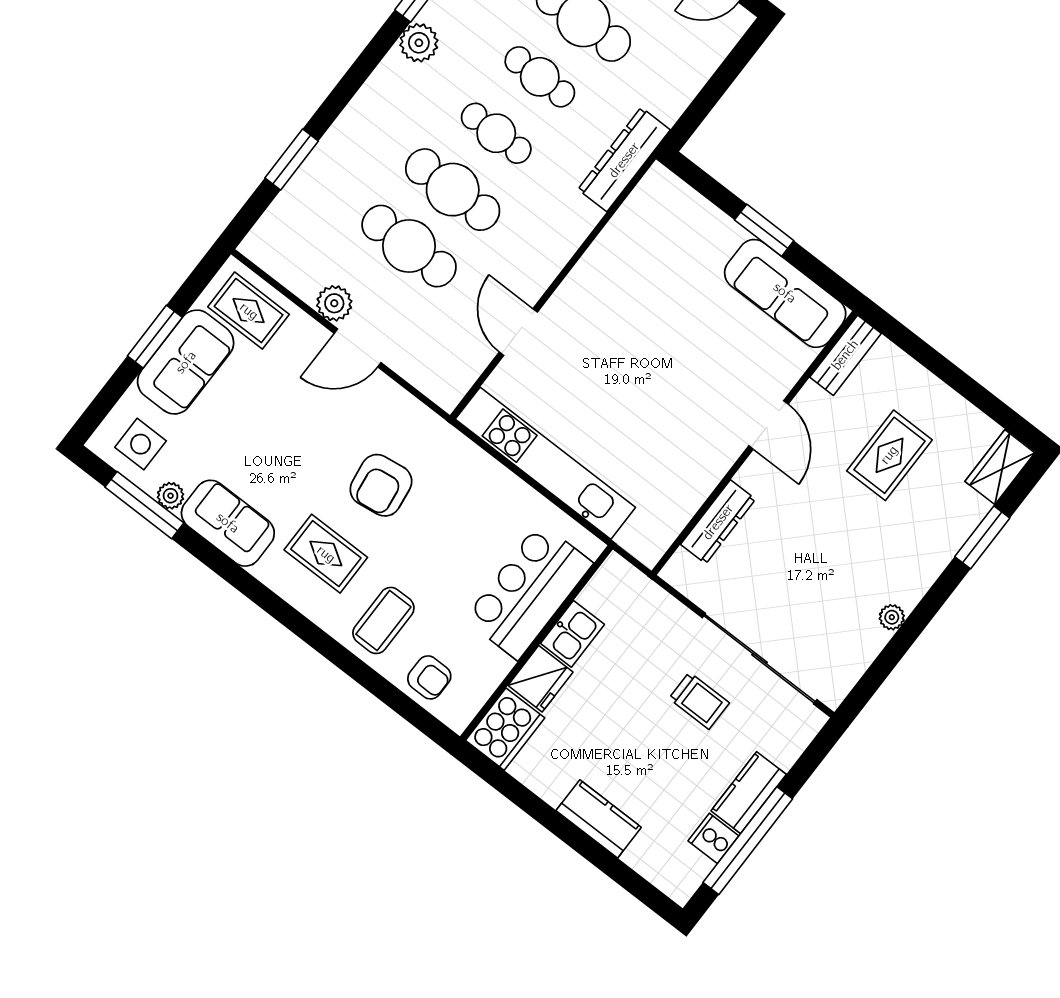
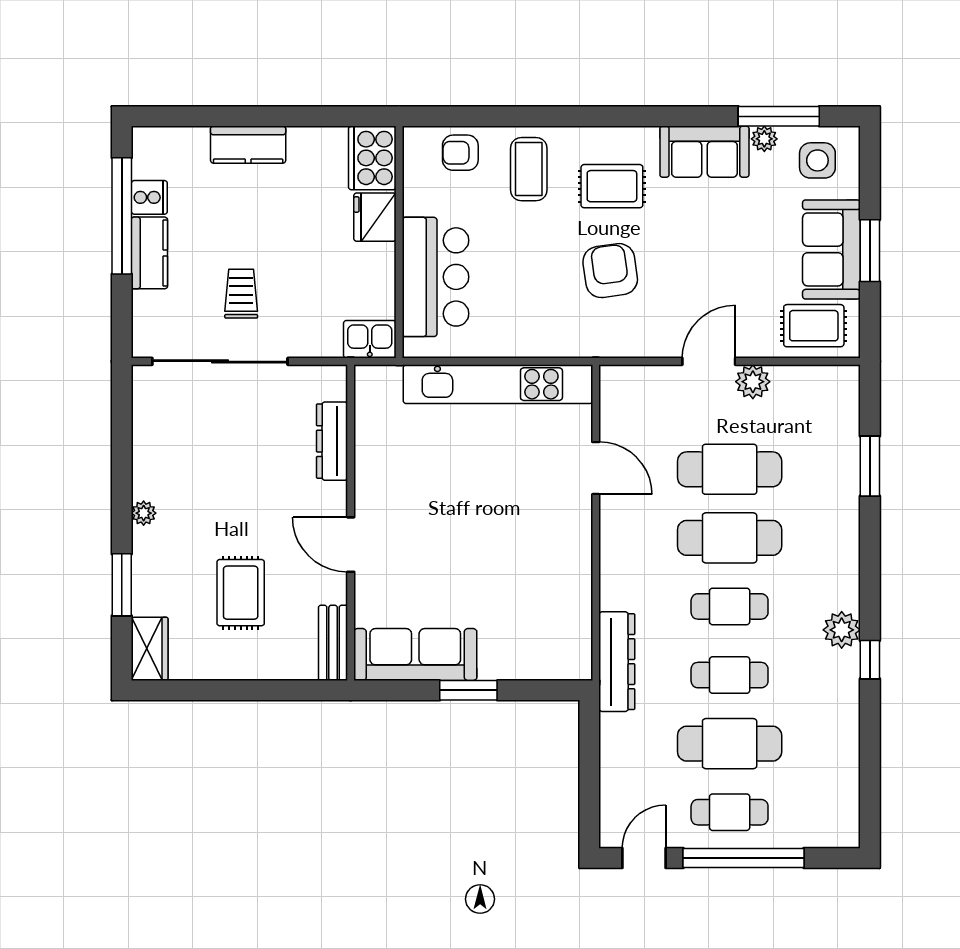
plant: (892, 617) -> (144, 513), moved
kitchen sink: (572, 634) -> (370, 339), moved, turned 90
trolley: (699, 701) -> (241, 294), turned 90

